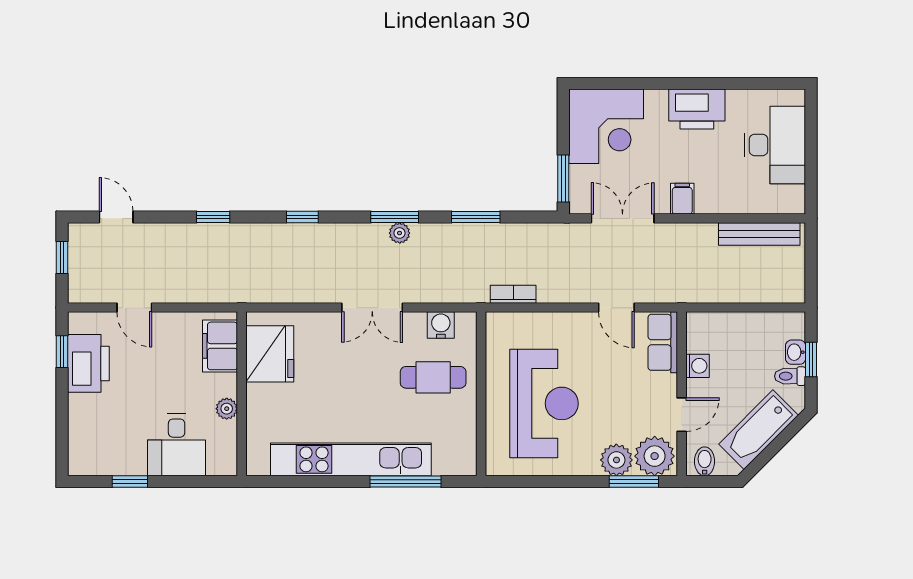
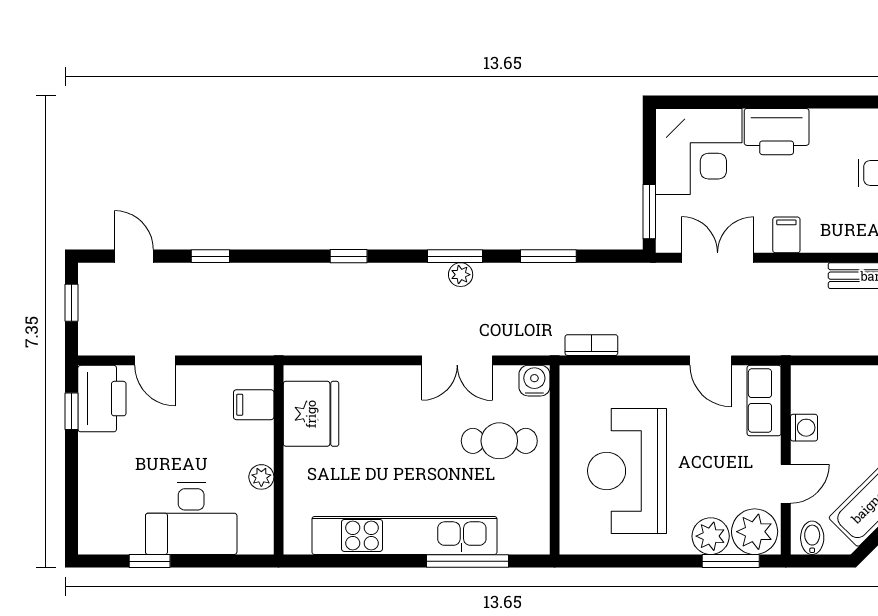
printer: (697, 109) -> (777, 132), moved
window: (213, 217) -> (210, 256), moved
double door: (372, 308) -> (457, 360), moved
water cooler: (441, 325) -> (534, 381), moved
filing cabinet: (220, 346) -> (254, 405), width x0.50
printer: (88, 363) -> (102, 399), moved
reception desk: (544, 403) -> (627, 471), turned 180
desk: (177, 445) -> (191, 519), width x1.37

